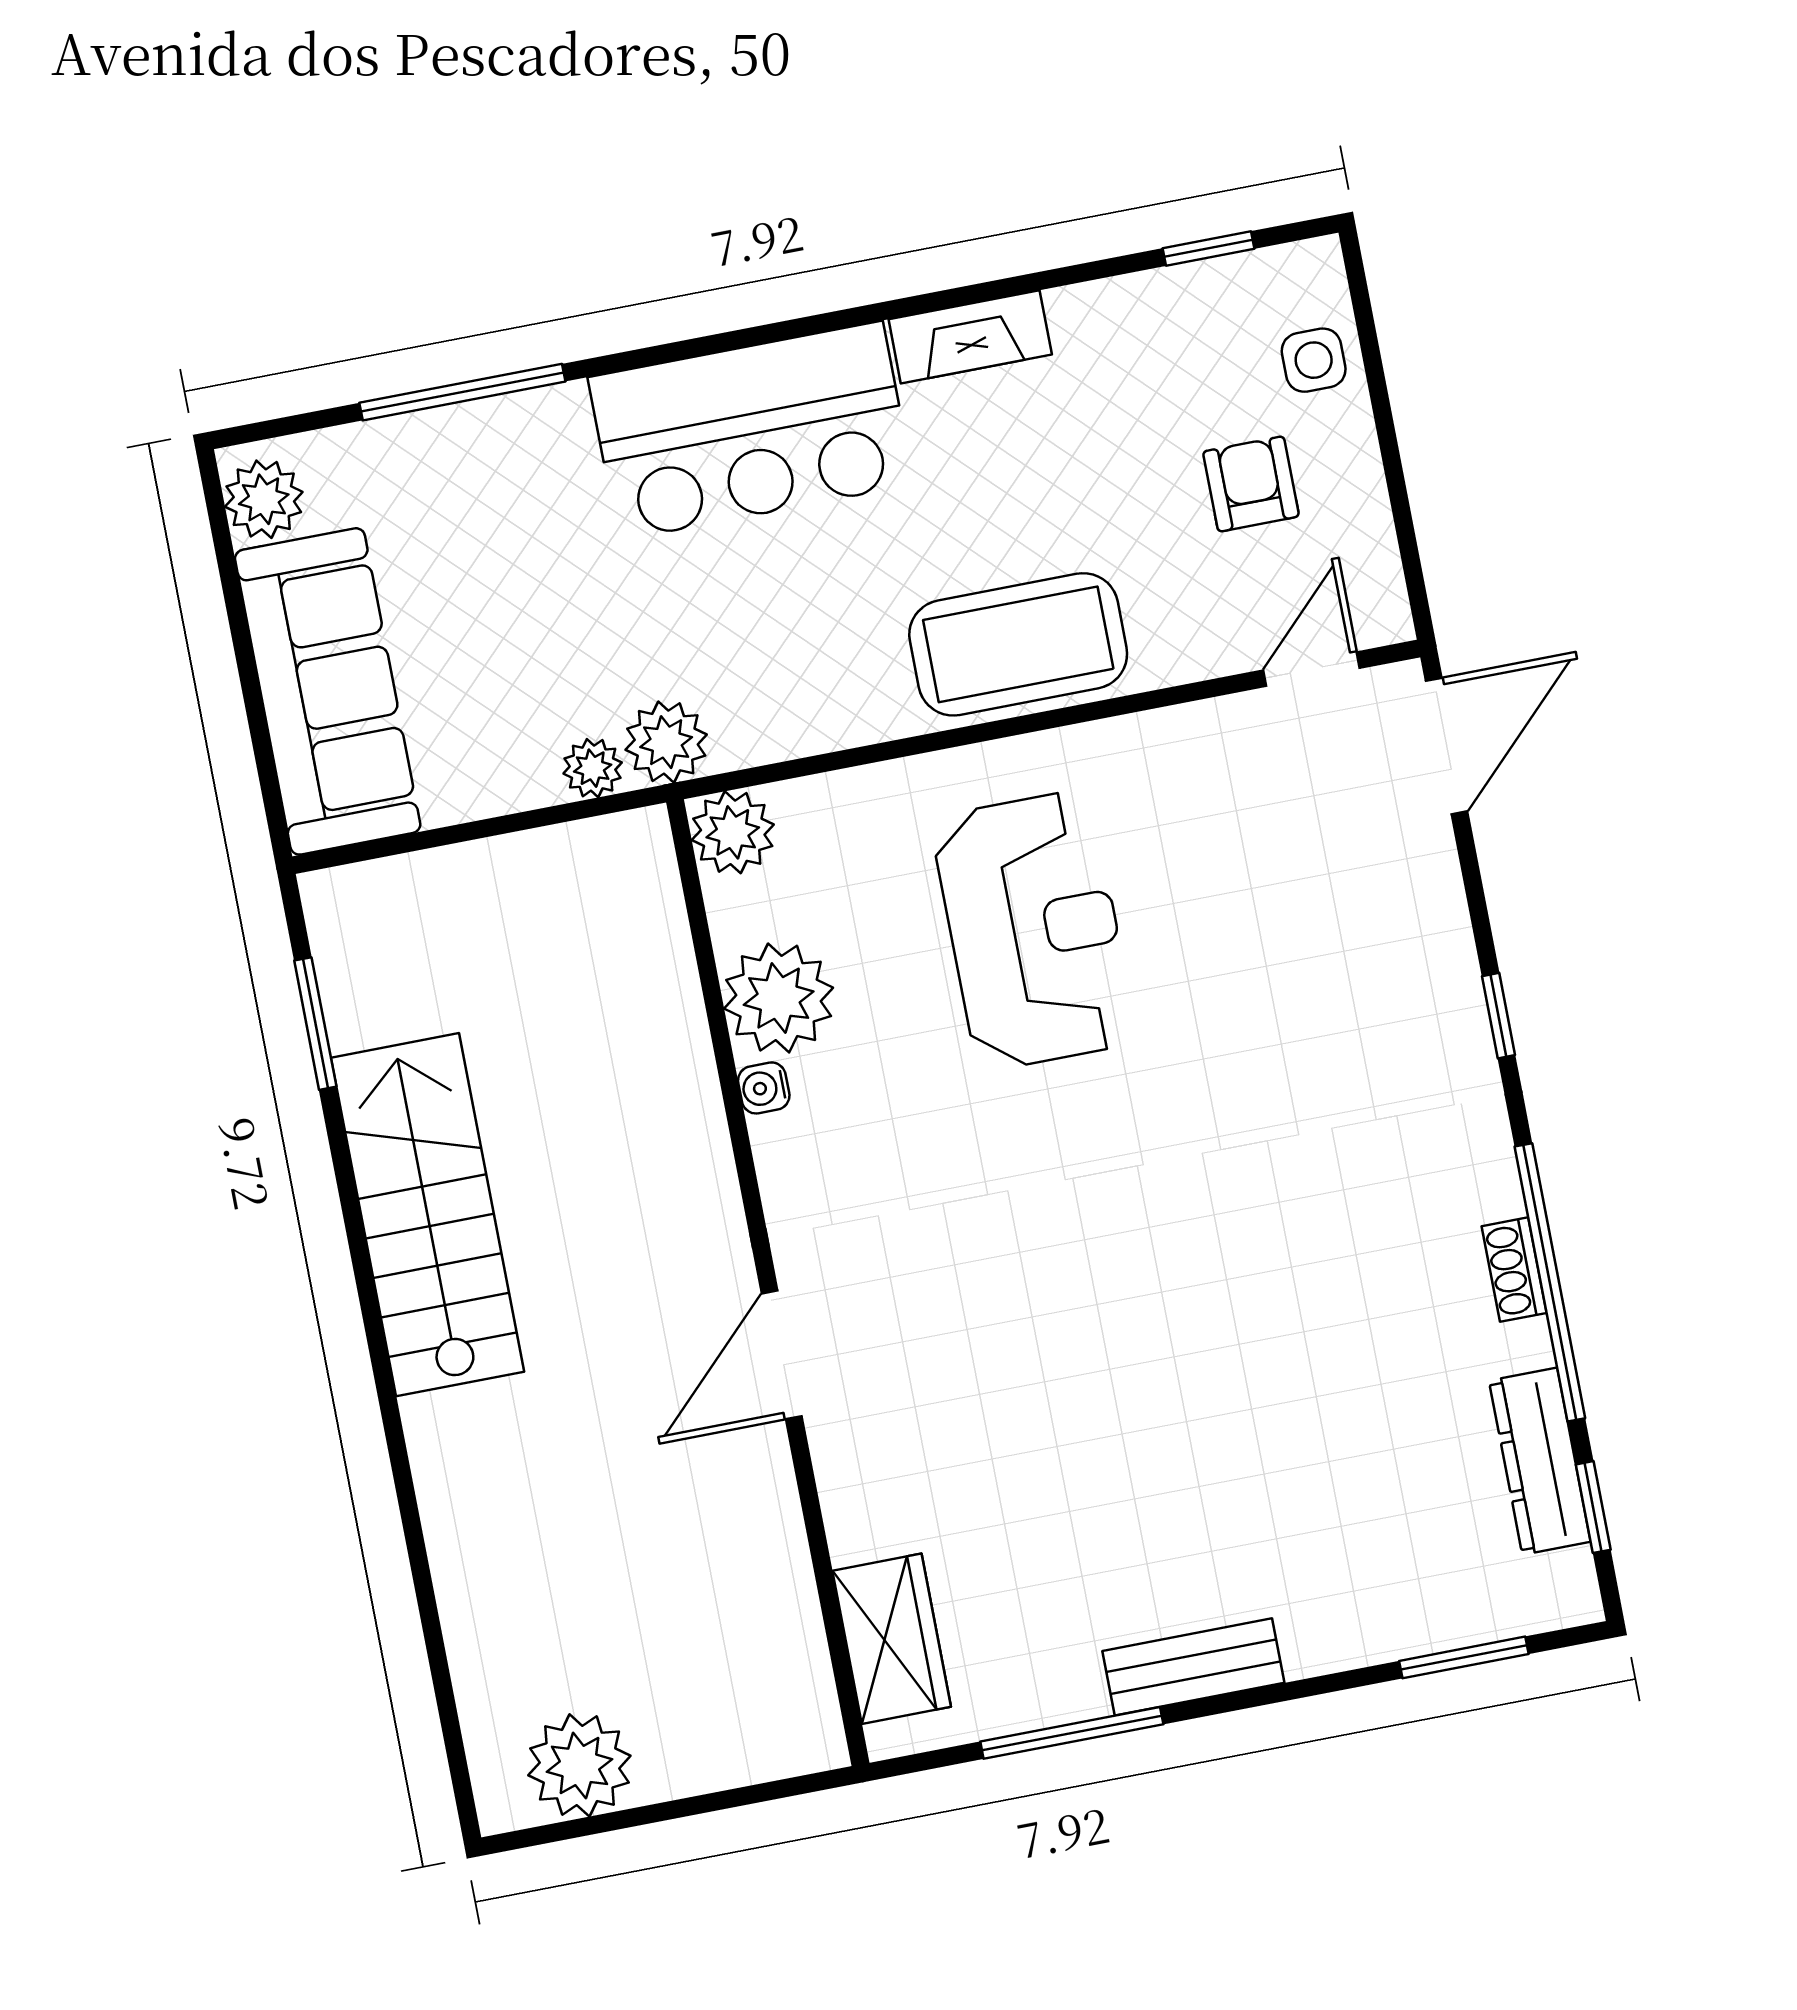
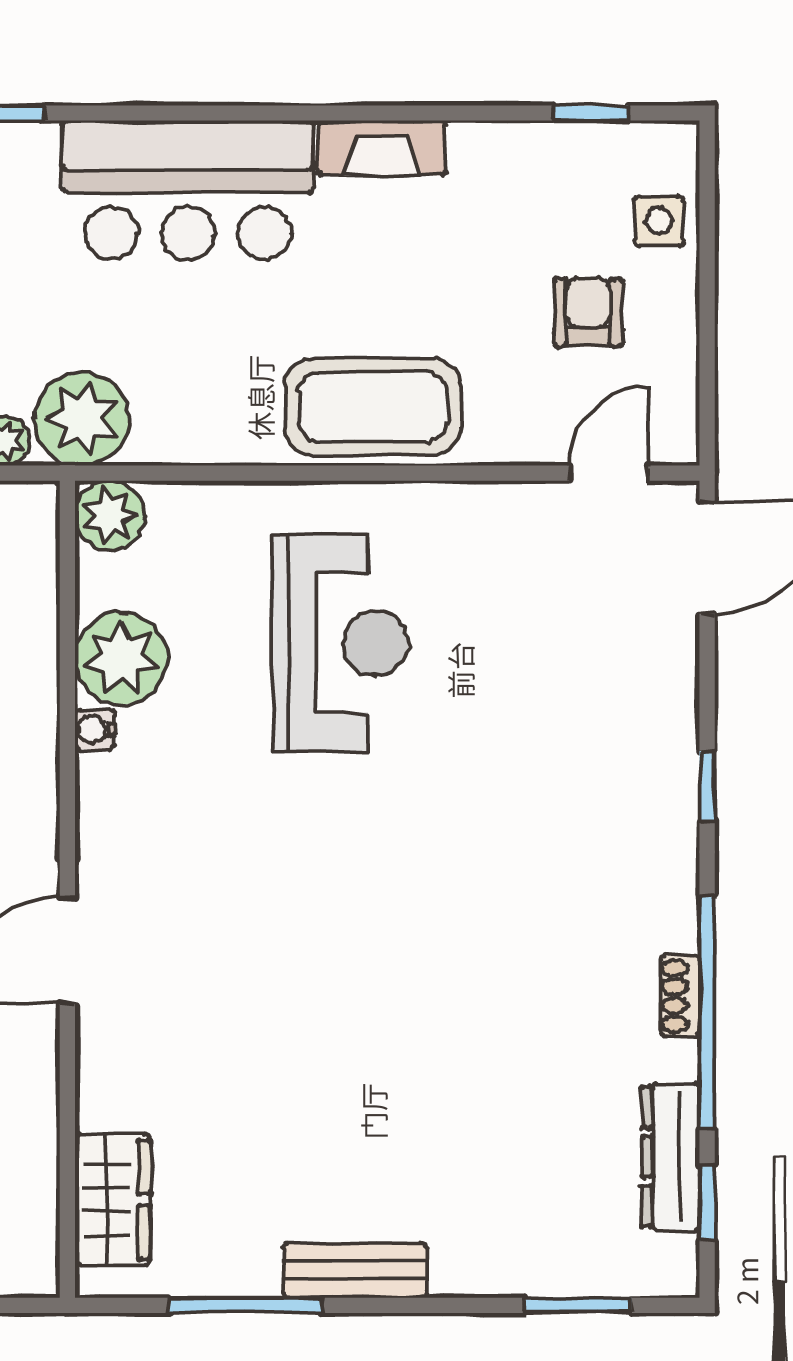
plant: (666, 742) -> (82, 419), width x1.36, depth x1.36

